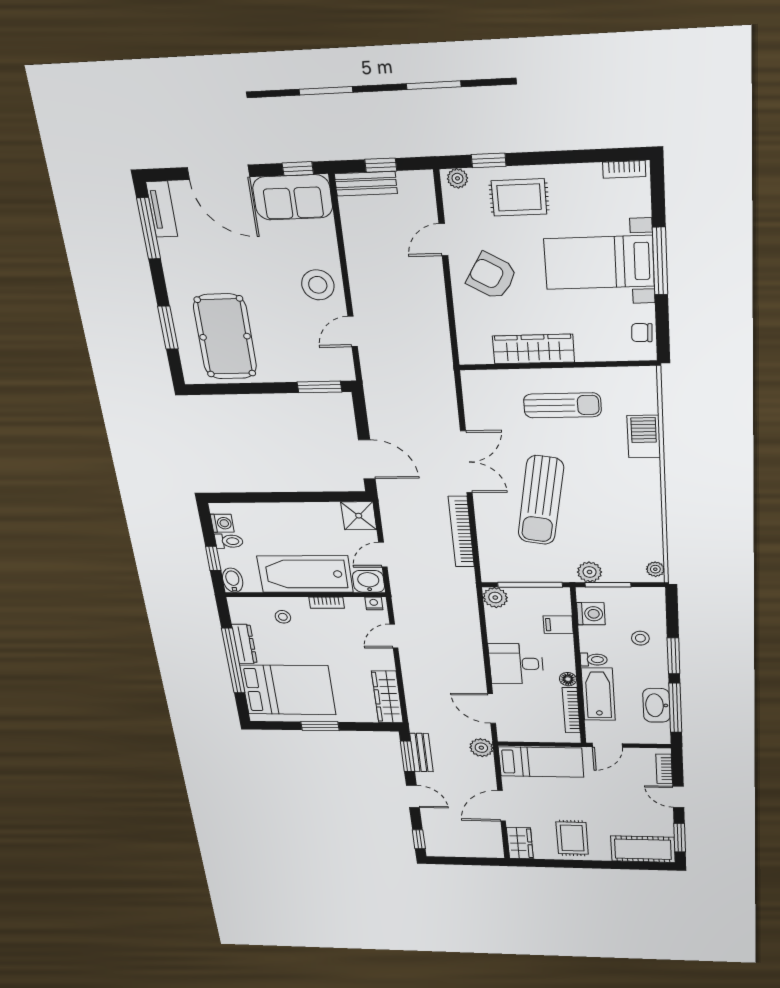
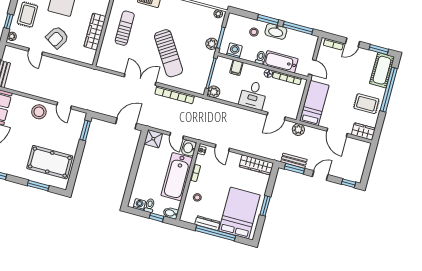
sun lounger: (541, 500) -> (168, 53), turned 47
washbasin: (656, 705) -> (276, 31), moved
window: (611, 865) -> (389, 90), added

